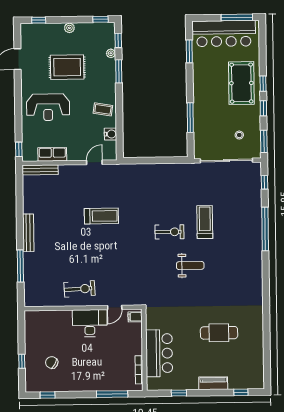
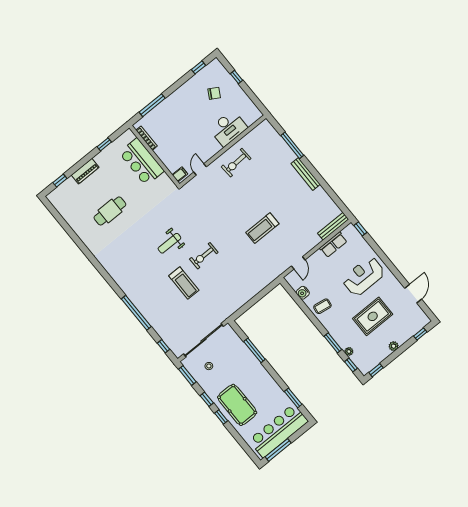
desk: (90, 323) -> (228, 128), moved

